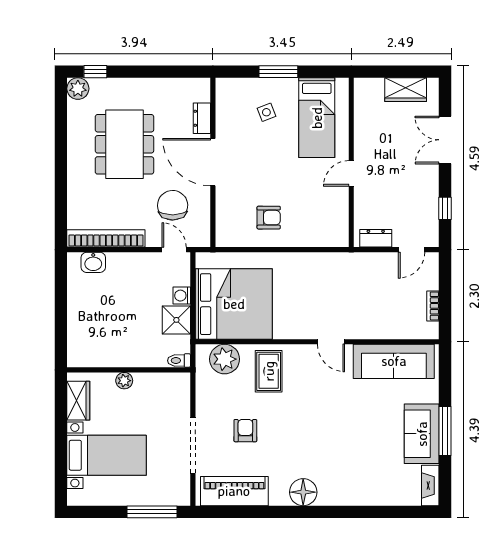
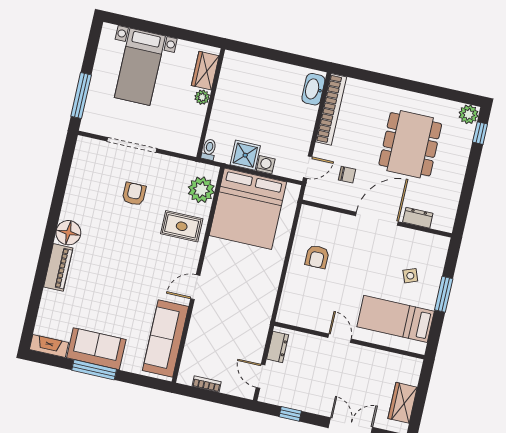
dining table: (124, 144) -> (410, 144), turned 90
chair: (173, 205) -> (347, 175), width x0.54, depth x0.54
washbasin: (93, 262) -> (313, 89), width x1.38
wardrobe: (78, 401) -> (205, 71), moved, turned 90
armchair: (245, 431) -> (134, 194), turned -90
piano: (234, 491) -> (58, 267), moved, width x0.73, depth x0.75

